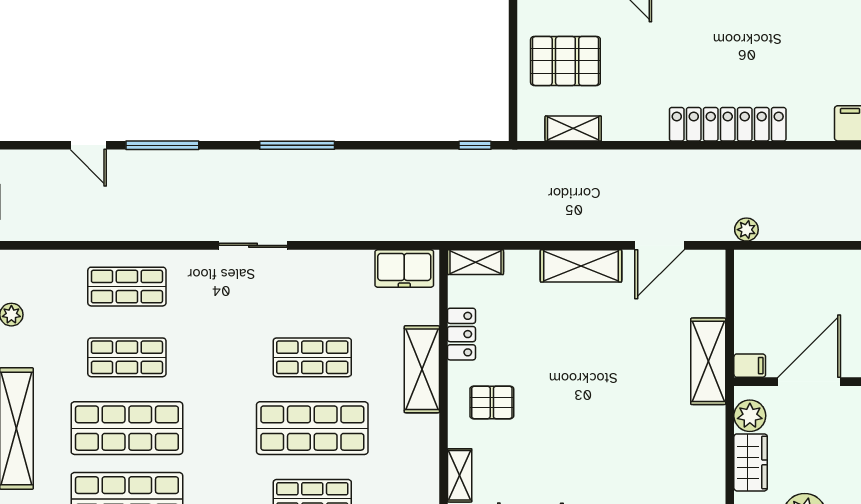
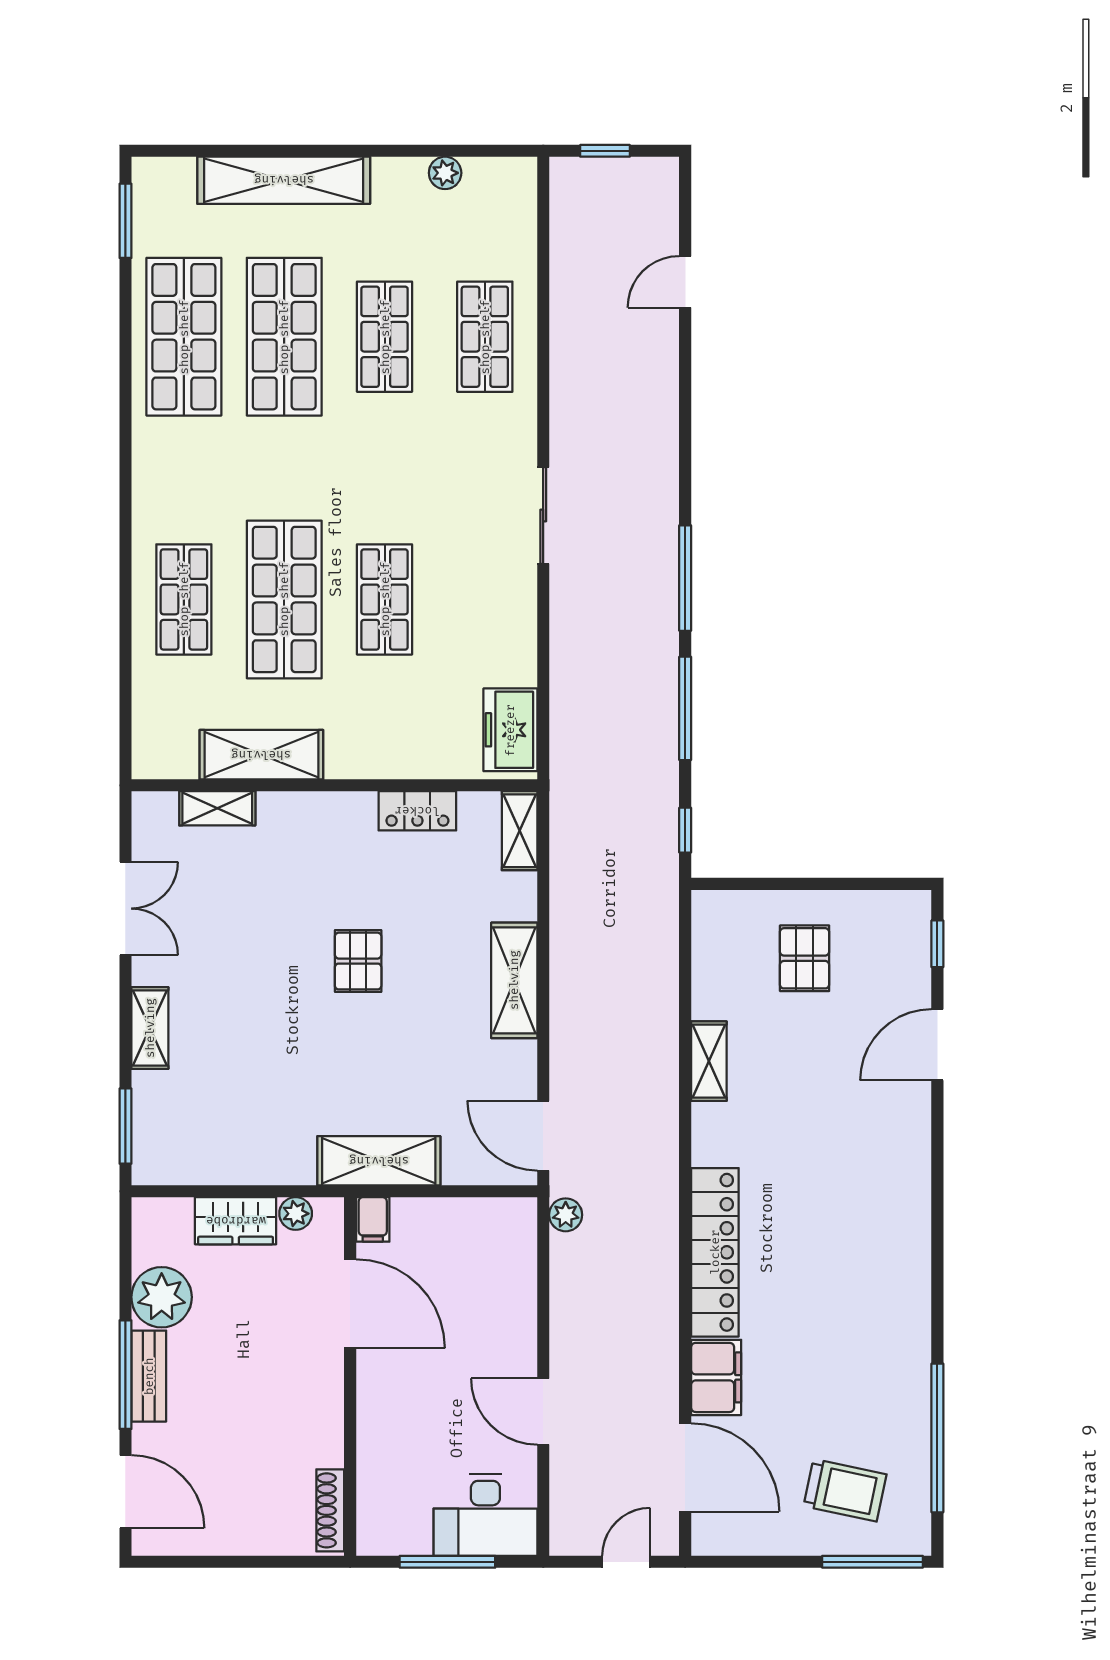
pallet: (565, 61) -> (805, 958), width x0.67, depth x0.71
locker: (728, 124) -> (715, 1252), moved
shelving: (573, 128) -> (709, 1061), moved
window: (162, 145) -> (685, 708), moved
door: (660, 245) -> (543, 1136), moved
shelving: (422, 369) -> (261, 755), moved
pallet: (492, 402) -> (358, 961), moved
plant: (750, 416) -> (296, 1214), width x0.73, depth x0.73

